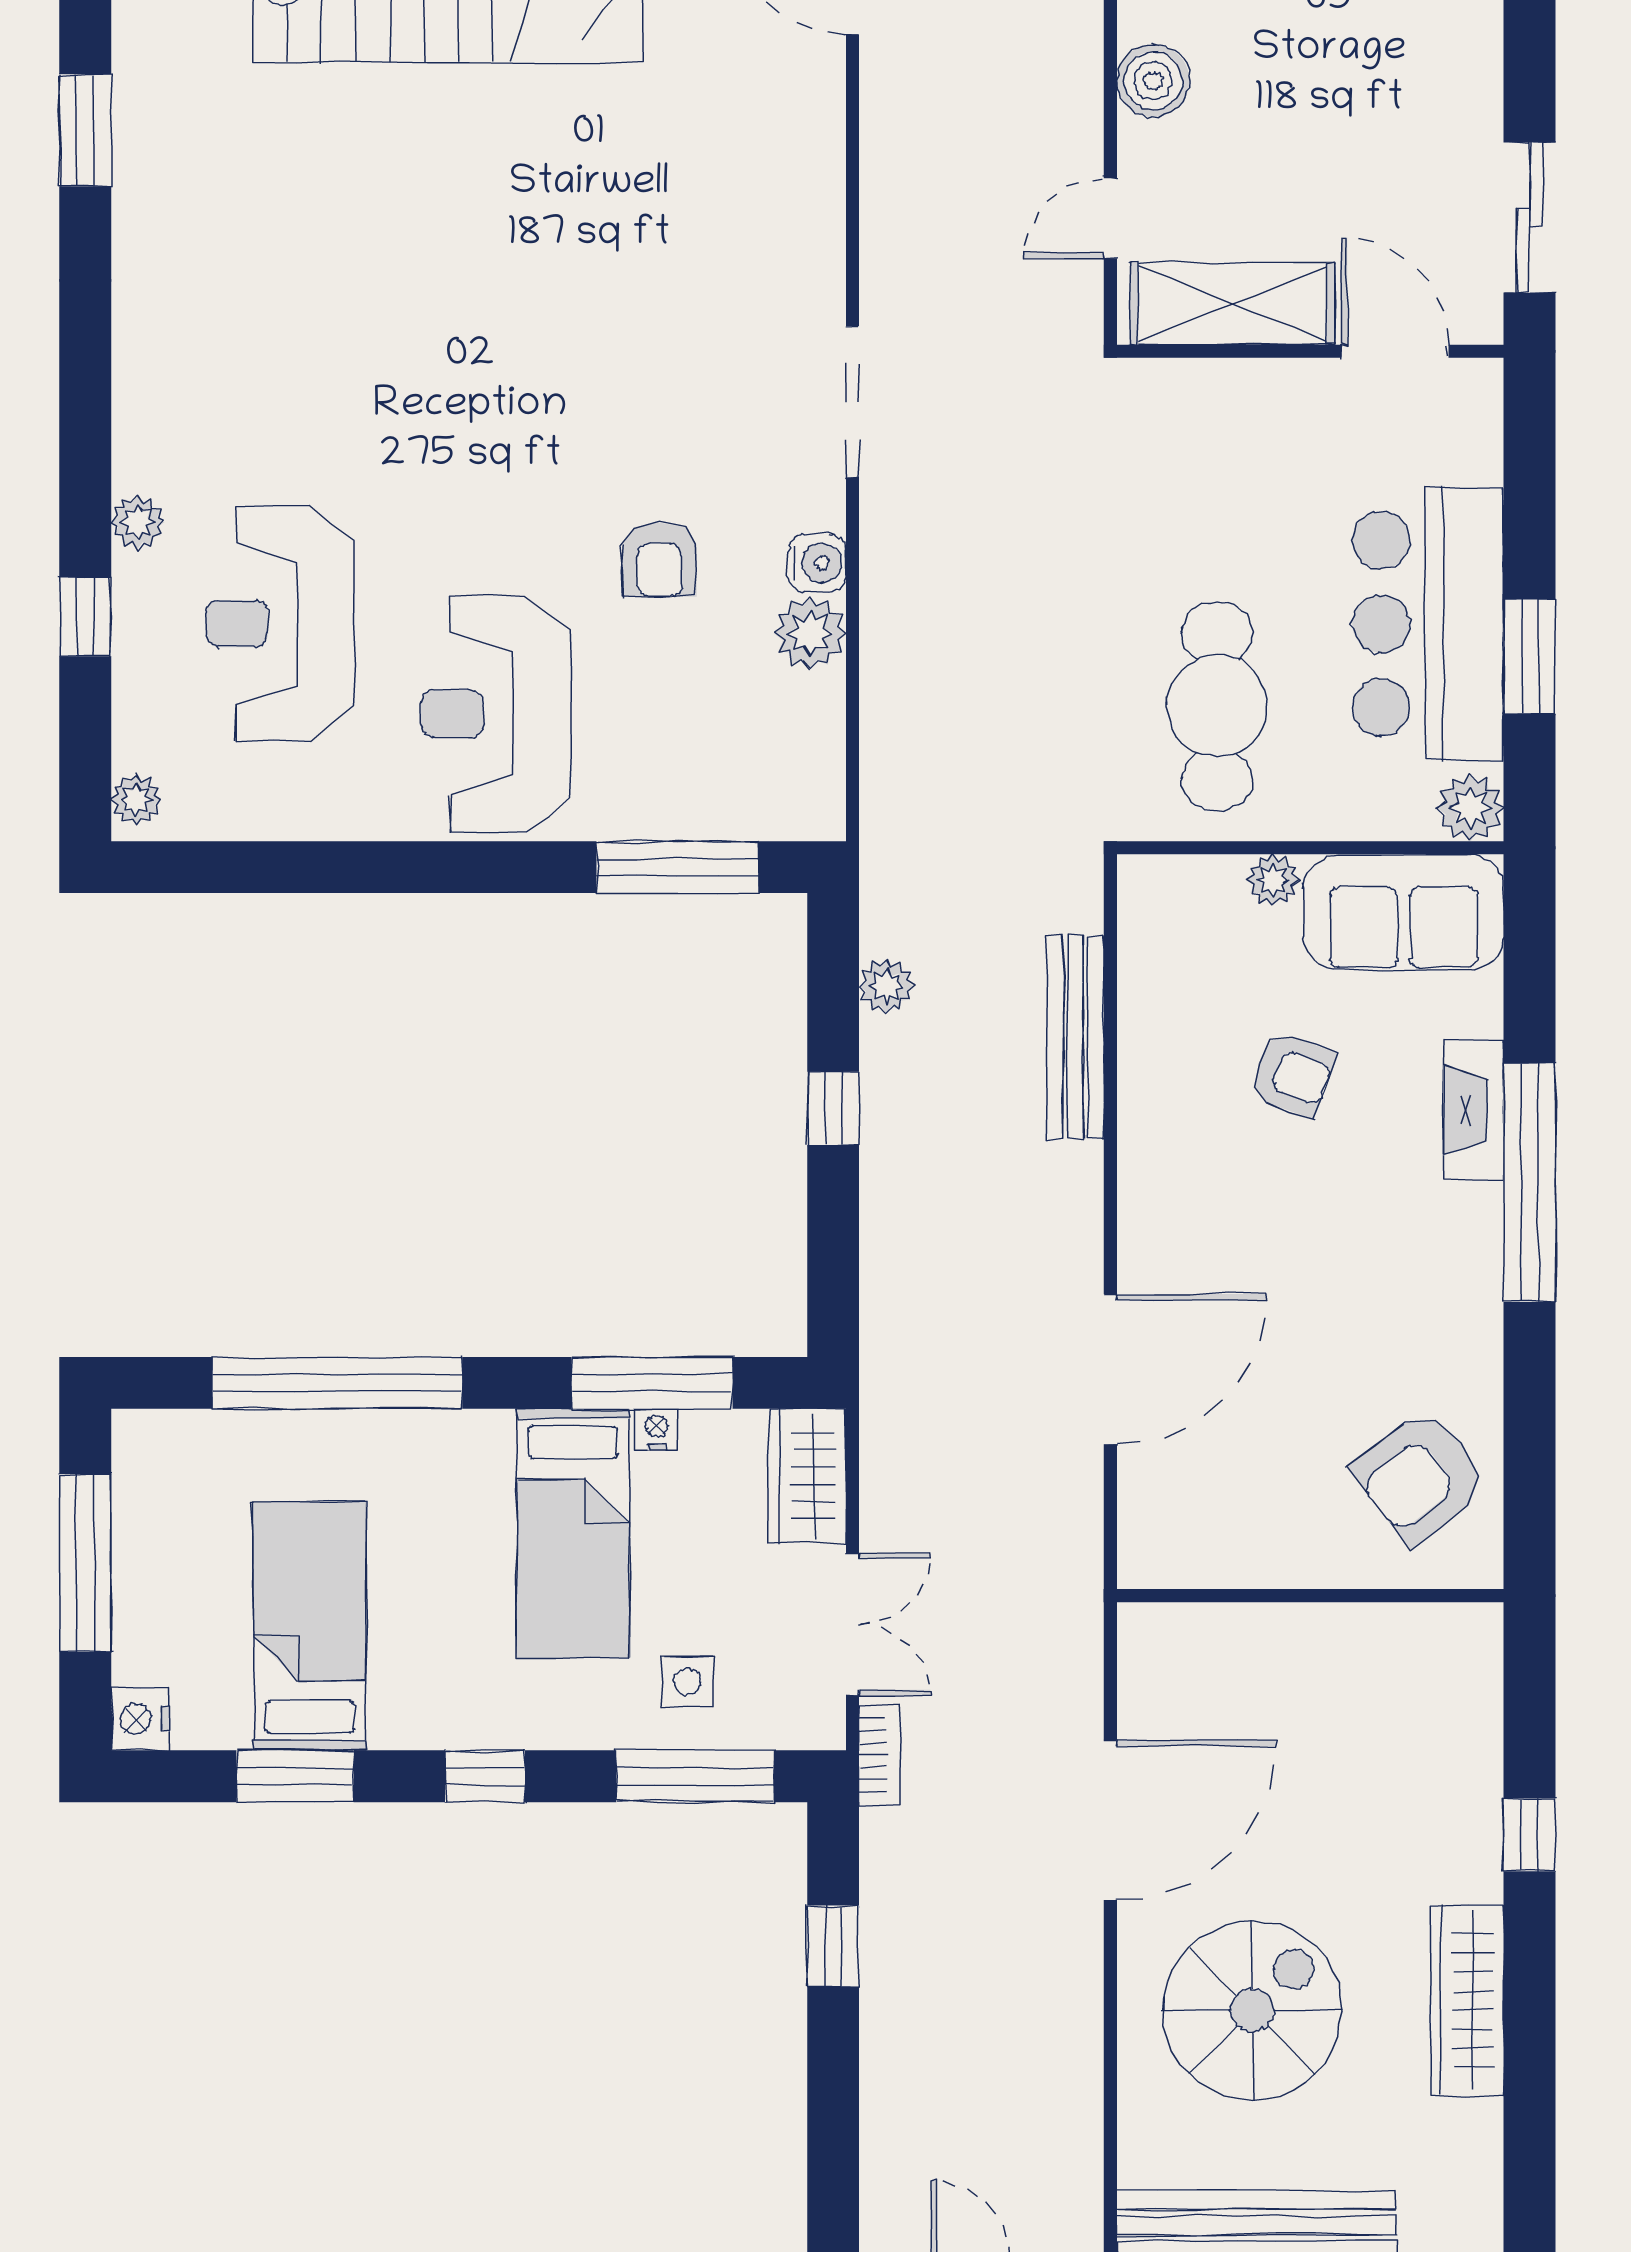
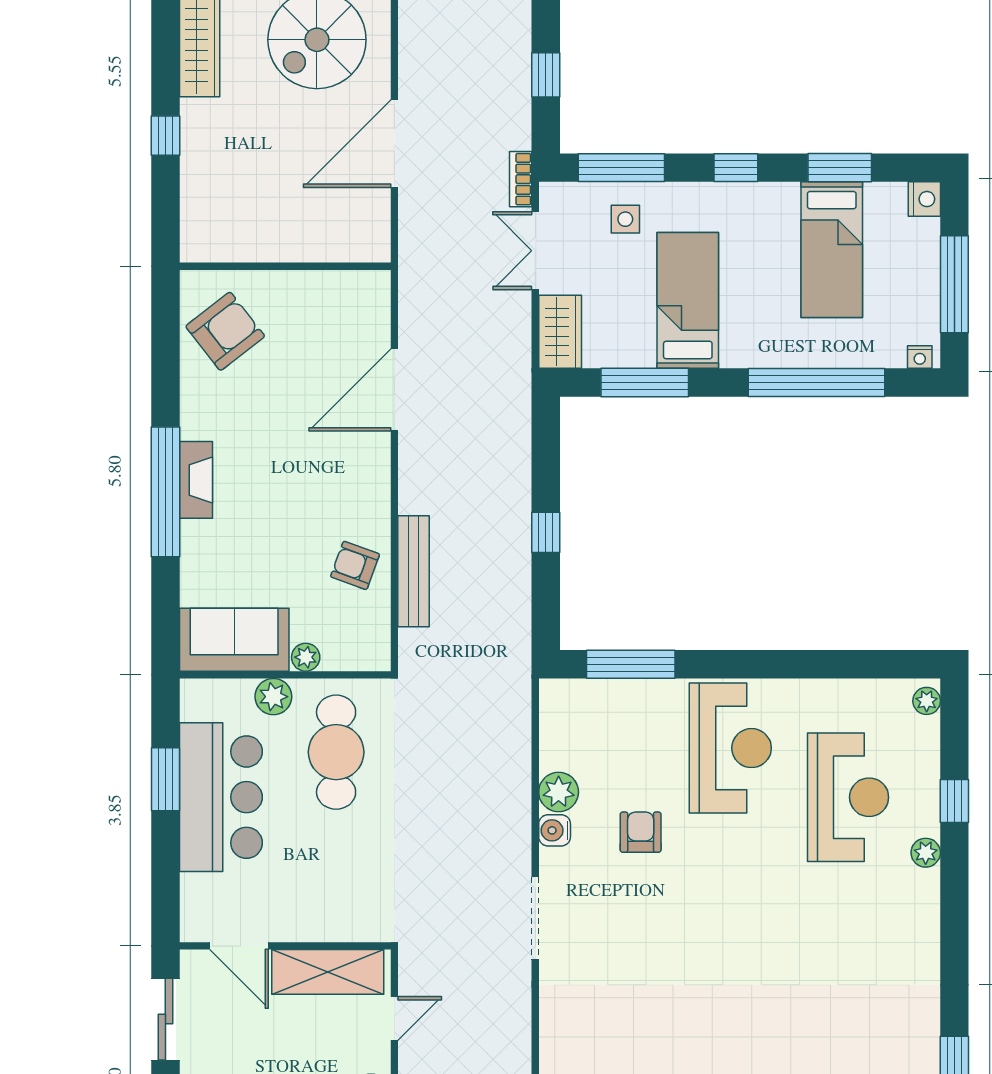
plant: (1470, 808) -> (273, 697), moved
plant: (886, 986) -> (517, 599), removed
armchair: (1292, 1074) -> (355, 565), moved
fireplace: (1474, 1110) -> (196, 480), moved
nightstand: (656, 1430) -> (920, 357), moved

